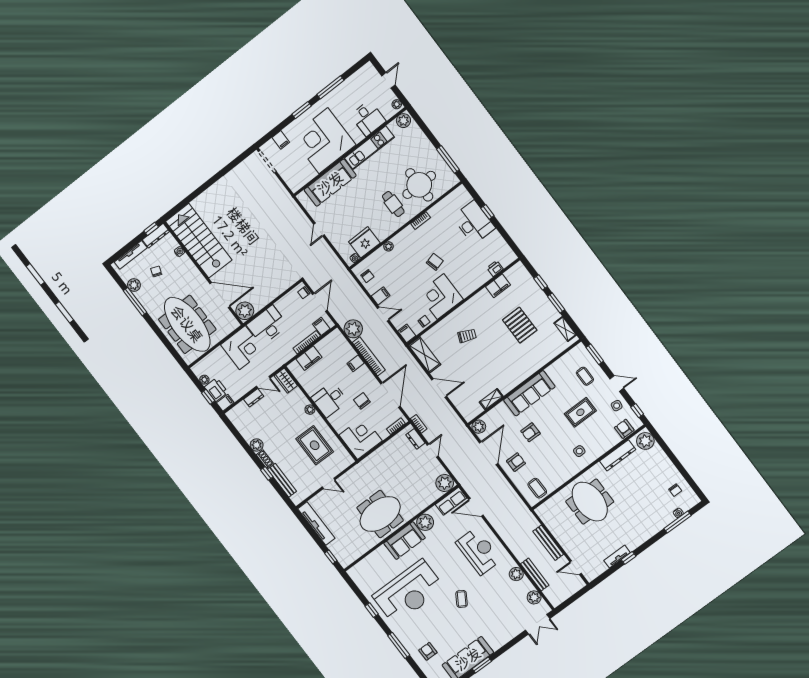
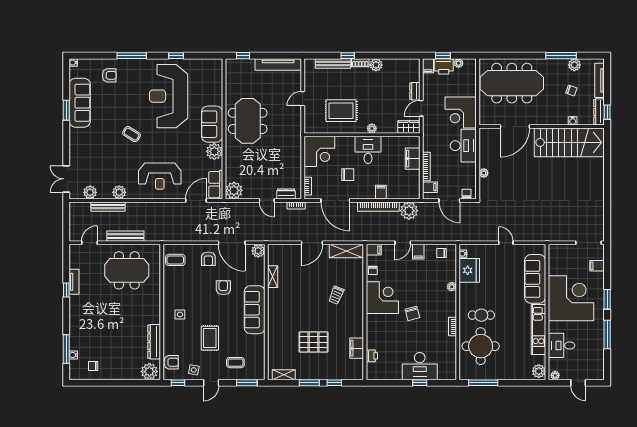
plant: (245, 311) -> (484, 173), moved, width x0.53, depth x0.53
meeting table: (590, 502) -> (127, 270), moved

